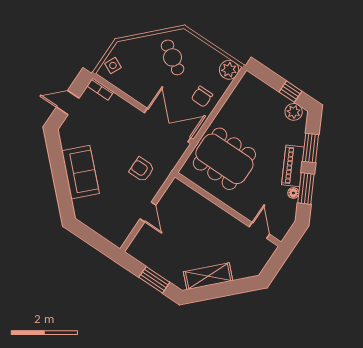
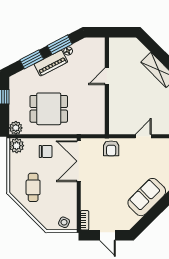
cafe table: (173, 57) -> (33, 187), turned -33
plant: (294, 112) -> (16, 128), moved
dining table: (224, 159) -> (49, 109), moved, width x0.73
armchair: (142, 170) -> (111, 148), moved
door: (259, 230) -> (107, 76), moved

